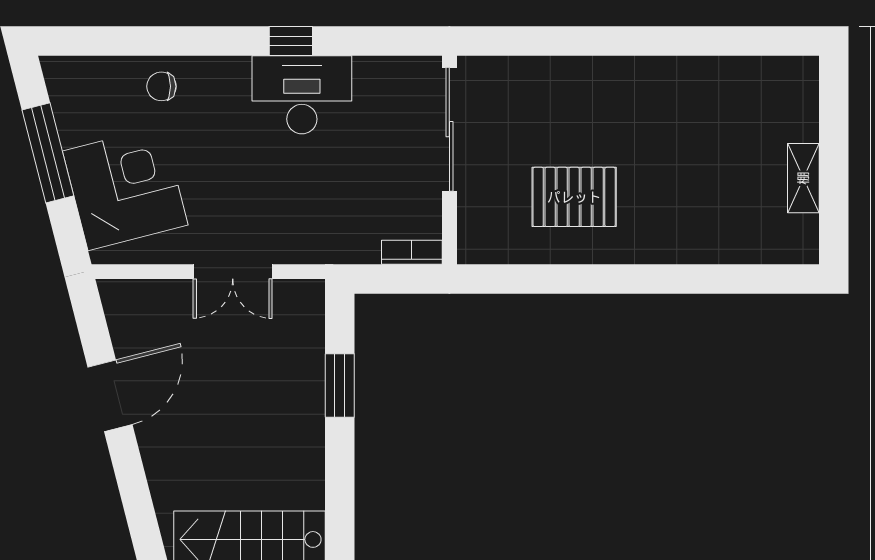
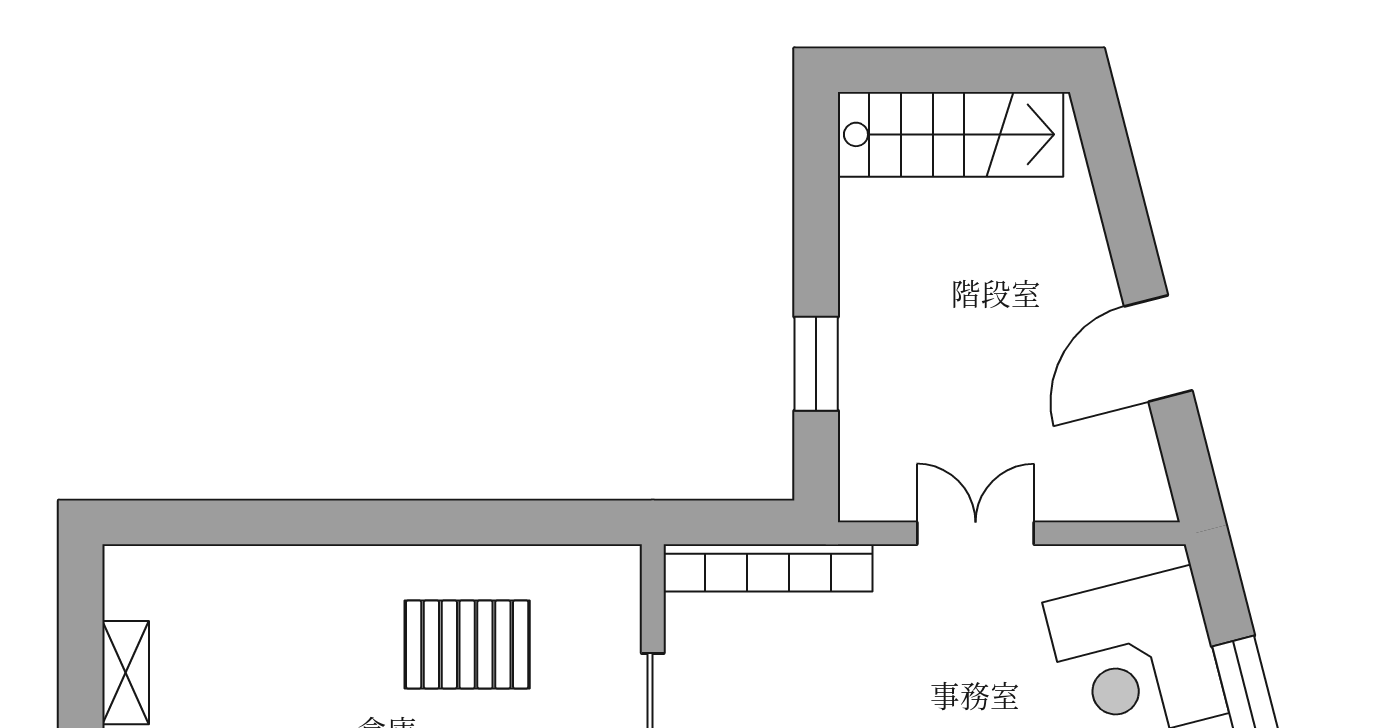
bookcase: (412, 252) -> (768, 568), width x2.31, depth x1.31

